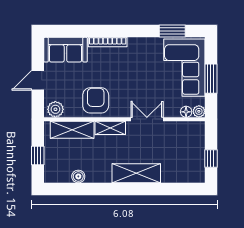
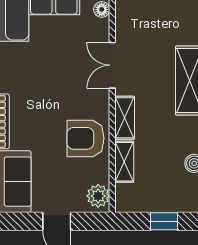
shelving: (72, 130) -> (124, 162), width x0.67, depth x0.75

